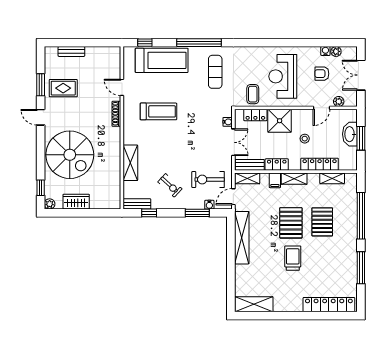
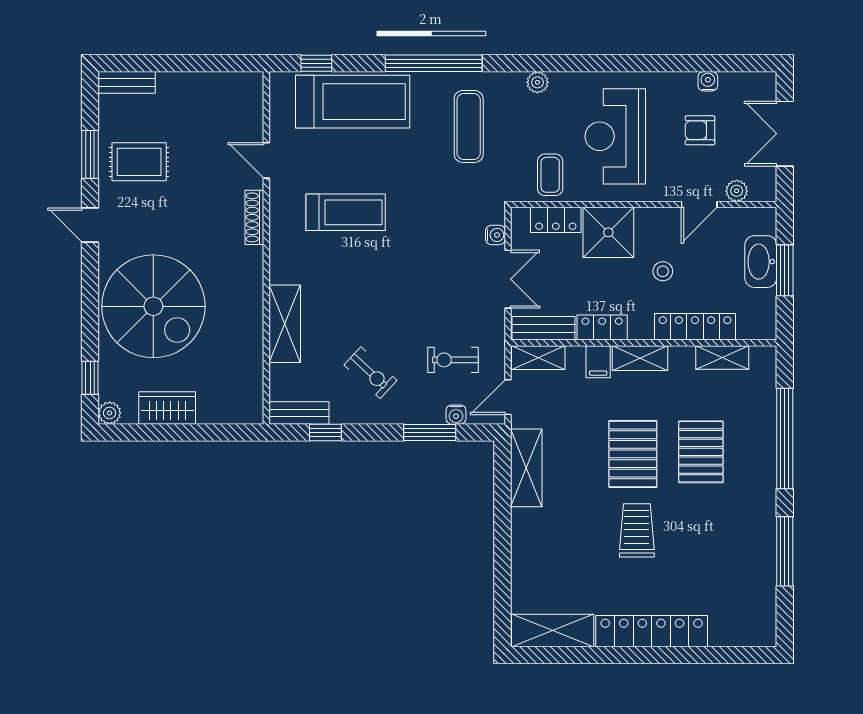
plant: (336, 51) -> (537, 82), moved
bench: (71, 52) -> (127, 82), moved
exercise bike: (208, 179) -> (453, 360), width x0.73, depth x0.72
shelving: (242, 238) -> (526, 468), width x0.68
locker: (329, 305) -> (652, 631), moved

